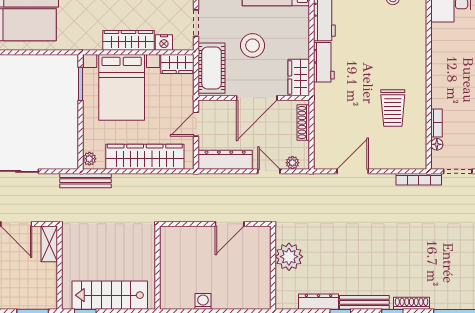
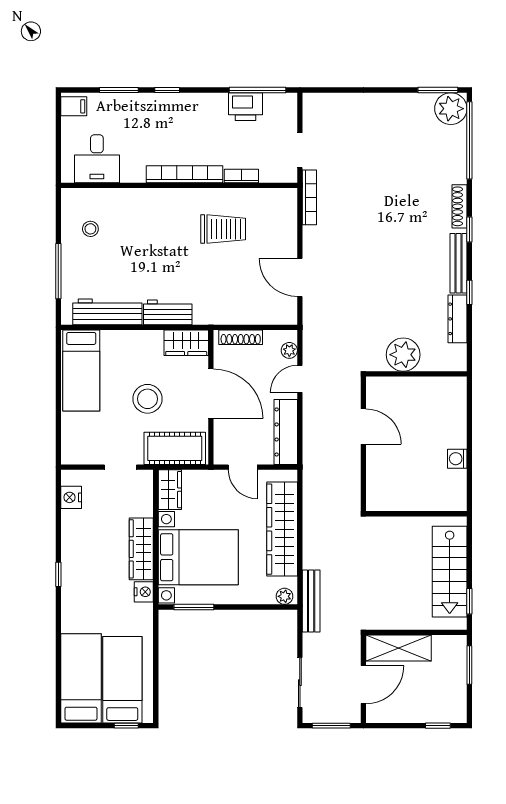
nightstand: (164, 42) -> (144, 592), moved
bookcase: (438, 76) -> (184, 174), added
floor lamp: (437, 144) -> (267, 176), removed
shelving: (49, 244) -> (399, 648), width x1.50, depth x1.33

